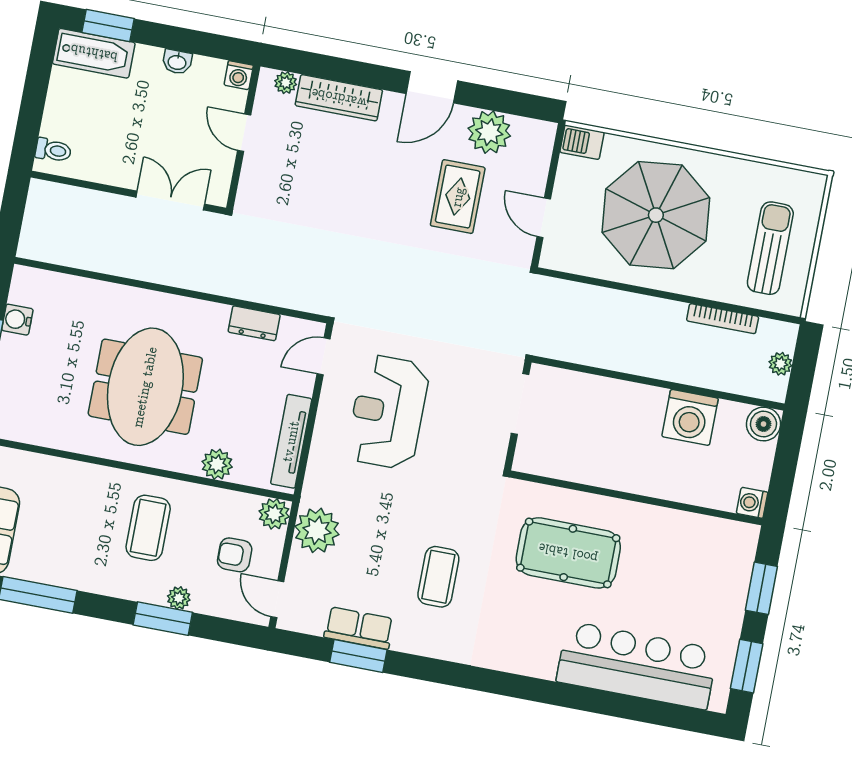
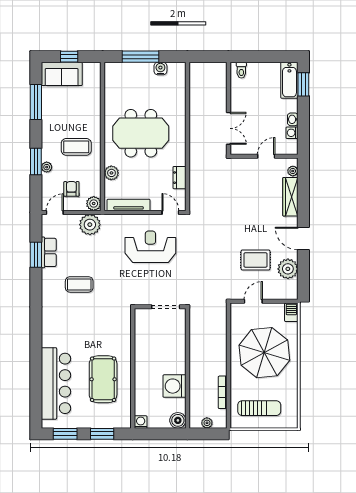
washing machine: (239, 75) -> (292, 133), moved
pool table: (568, 553) -> (103, 379), moved

